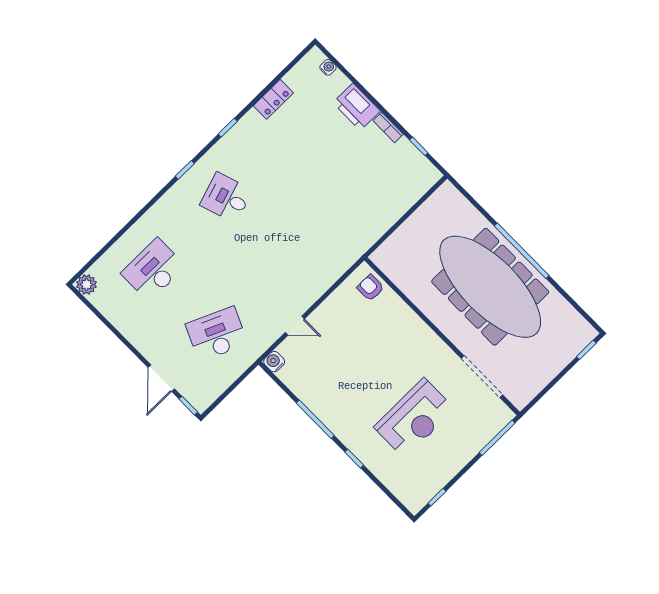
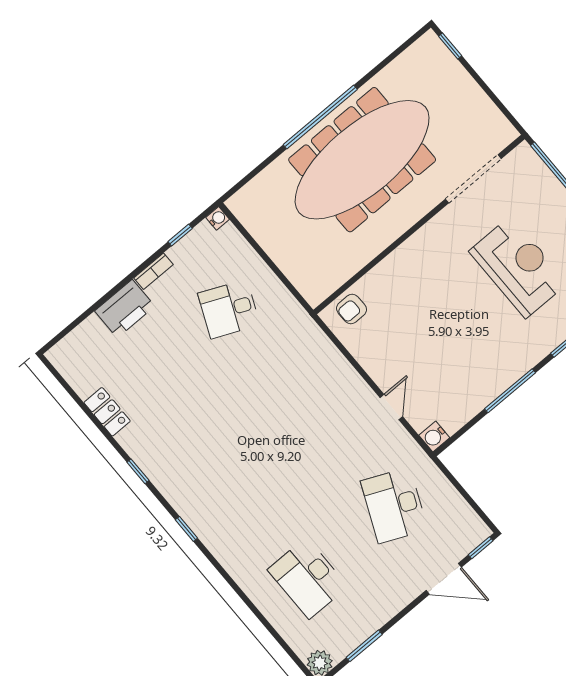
water cooler: (328, 67) -> (218, 218), moved, turned 90
desk: (226, 198) -> (229, 309), moved, turned 42
window: (103, 319) -> (364, 646), added

